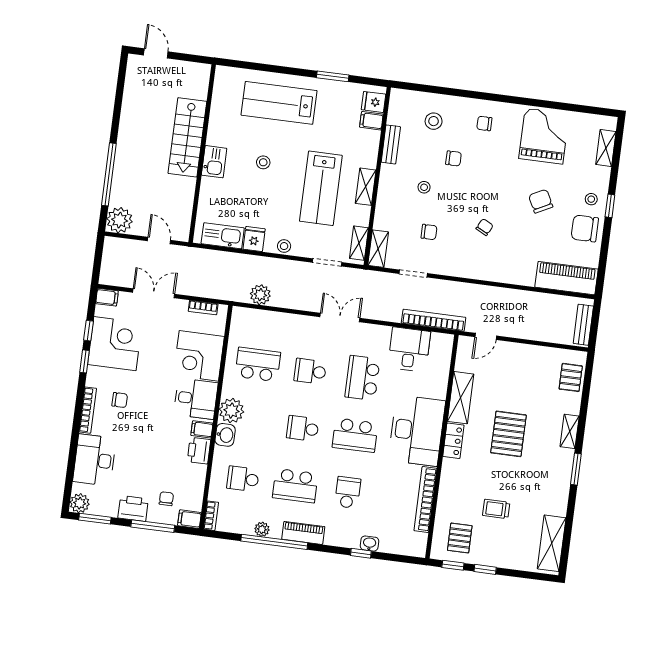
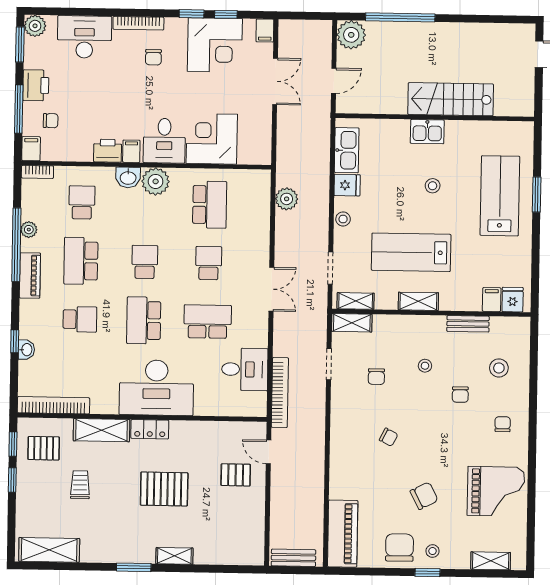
window: (333, 76) -> (537, 195), moved
bookcase: (203, 308) -> (265, 137), removed
pallet: (571, 377) -> (236, 475), moved
shelving: (461, 398) -> (102, 430), moved
bookcase: (425, 499) -> (53, 405), moved

